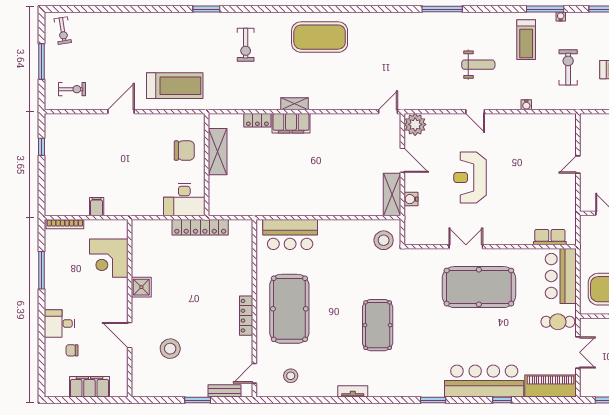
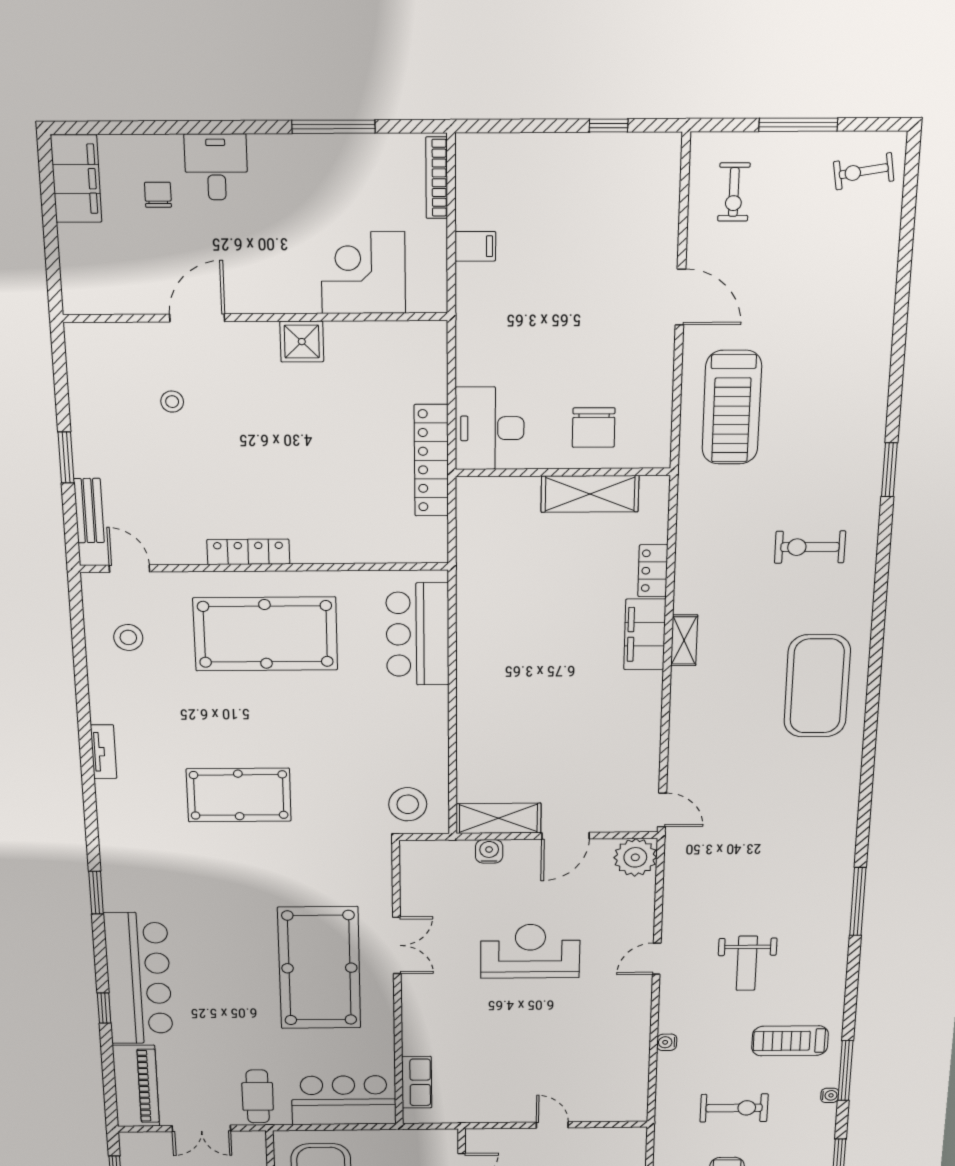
stool: (170, 349) -> (172, 402), width x0.53, depth x0.53
filing cabinet: (89, 387) -> (76, 179), moved

